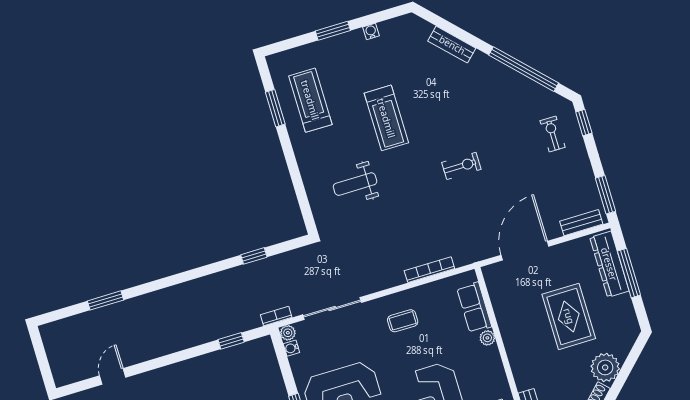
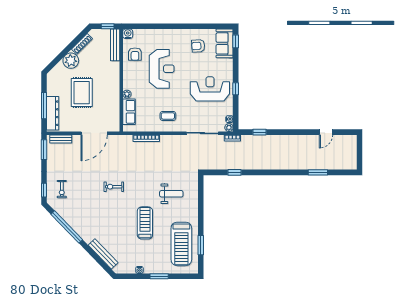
bench: (452, 45) -> (103, 254), width x1.36
treadmill: (310, 100) -> (181, 244), width x1.37, depth x1.38

